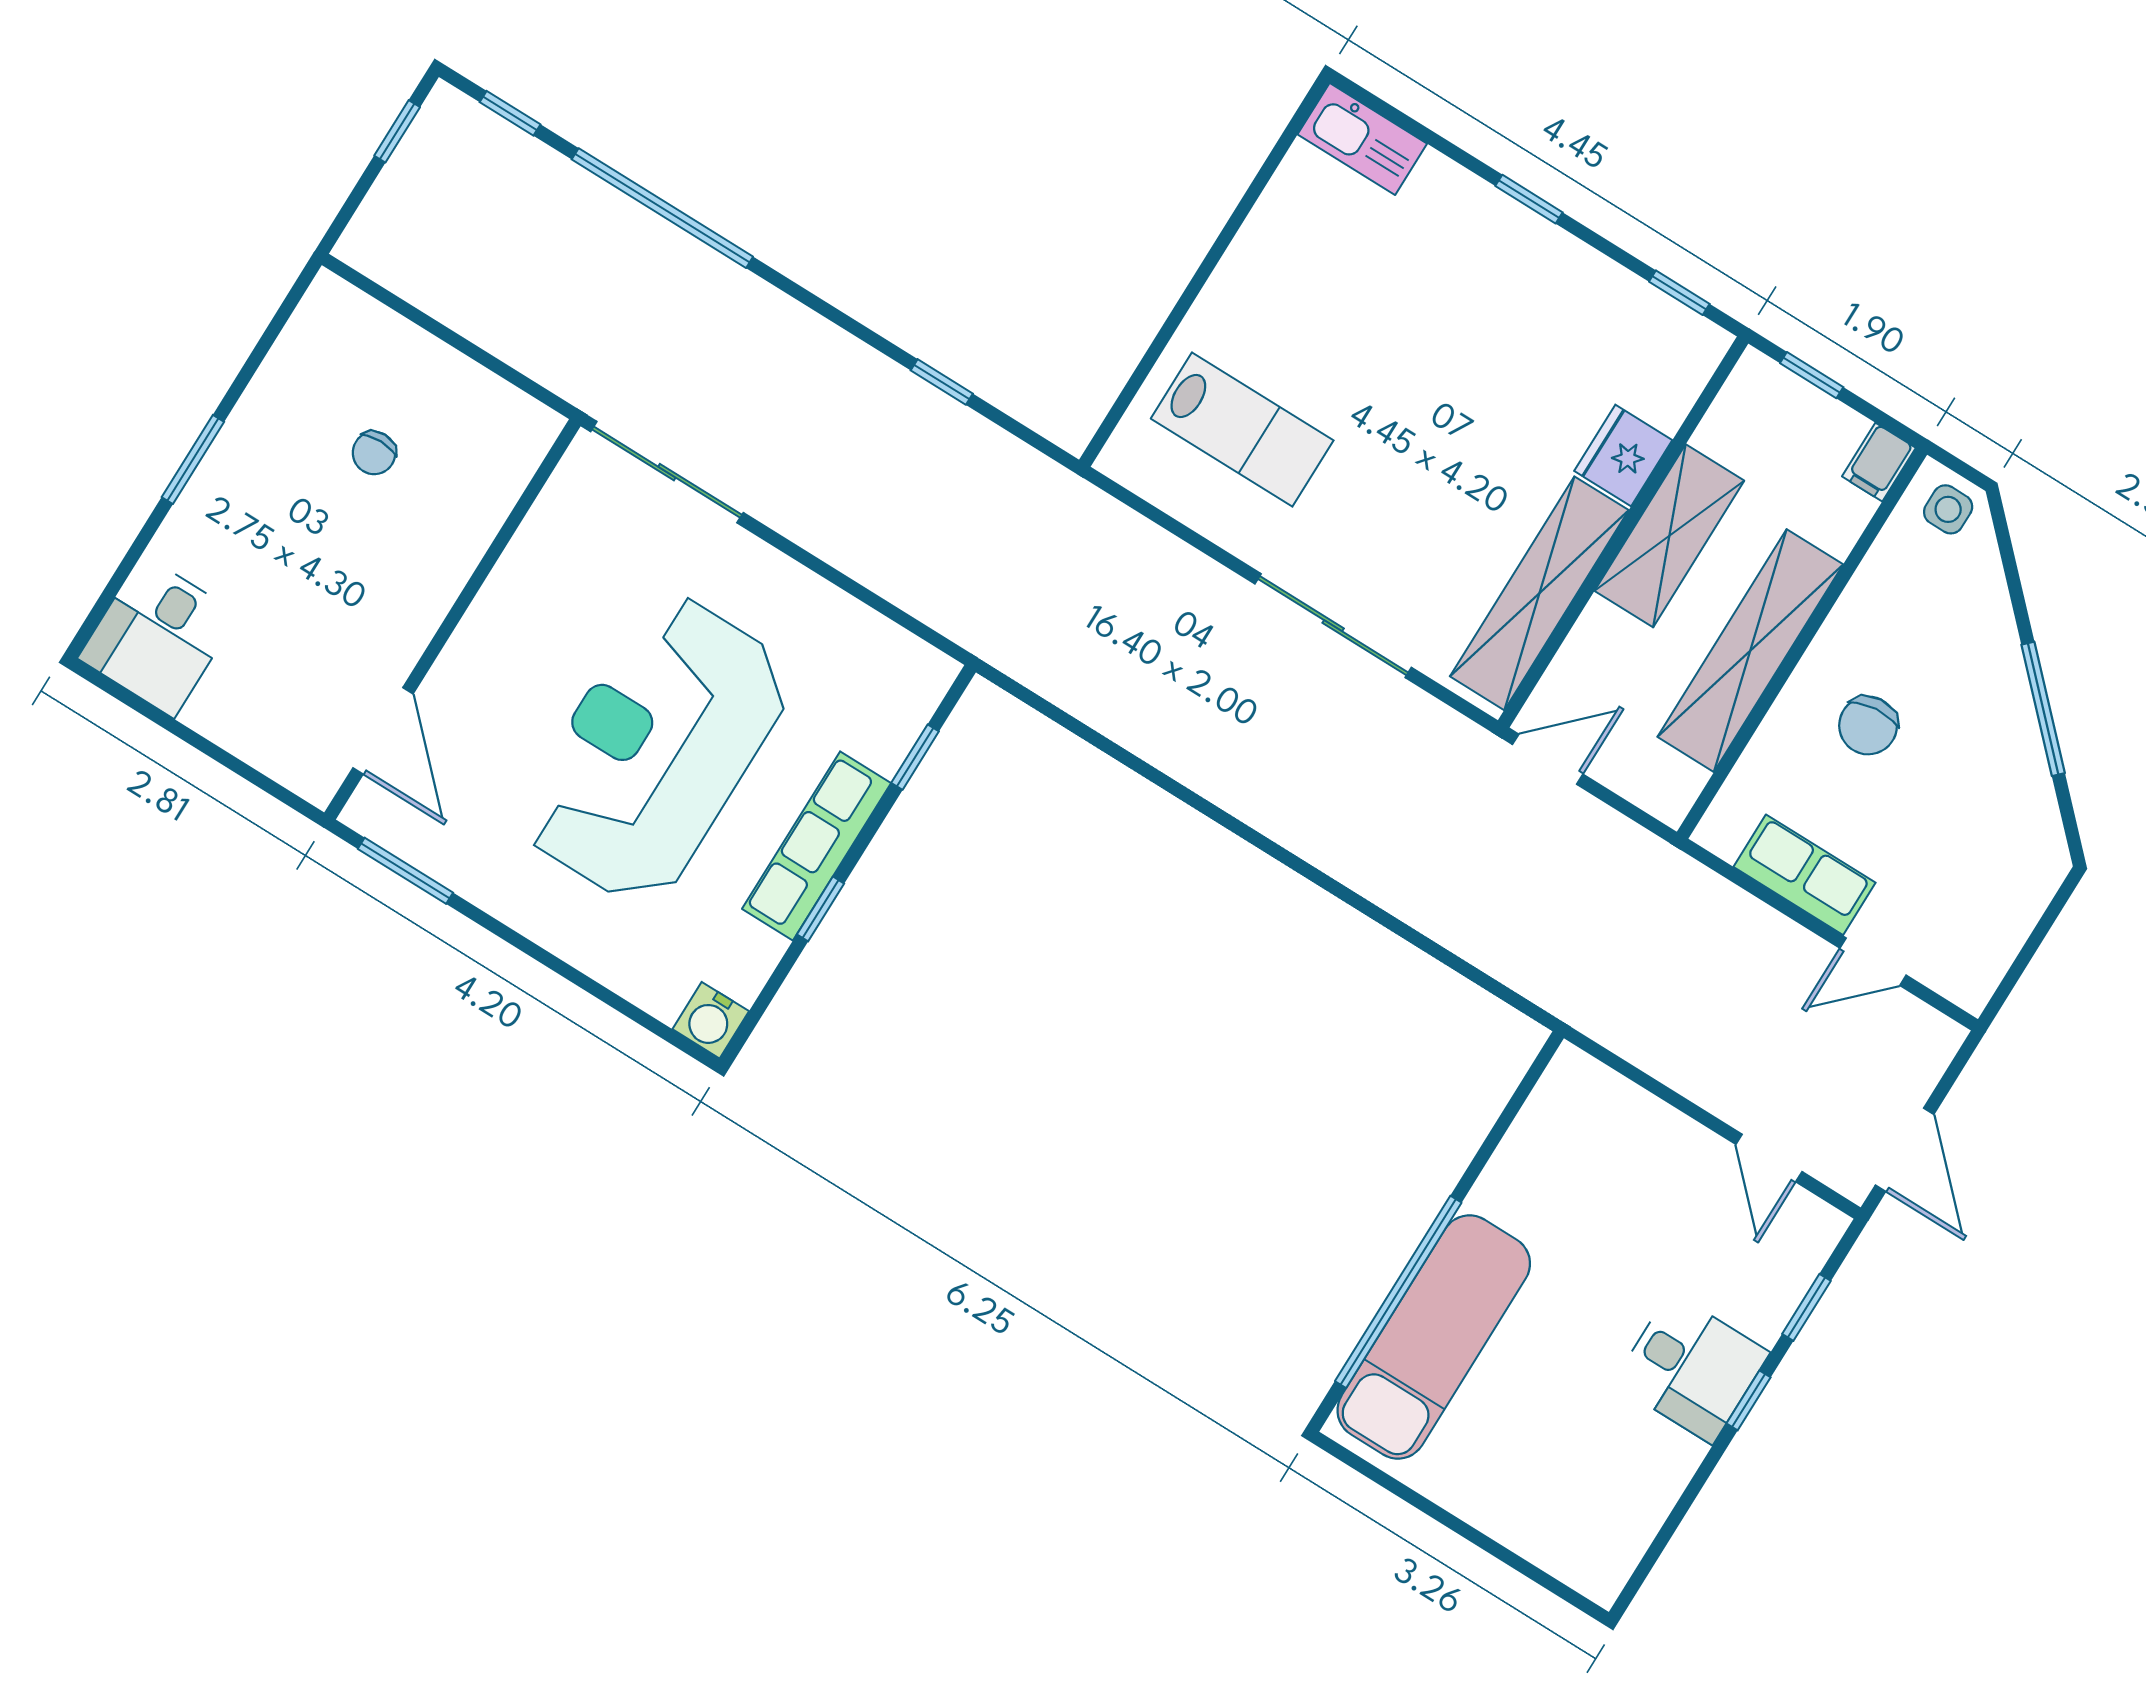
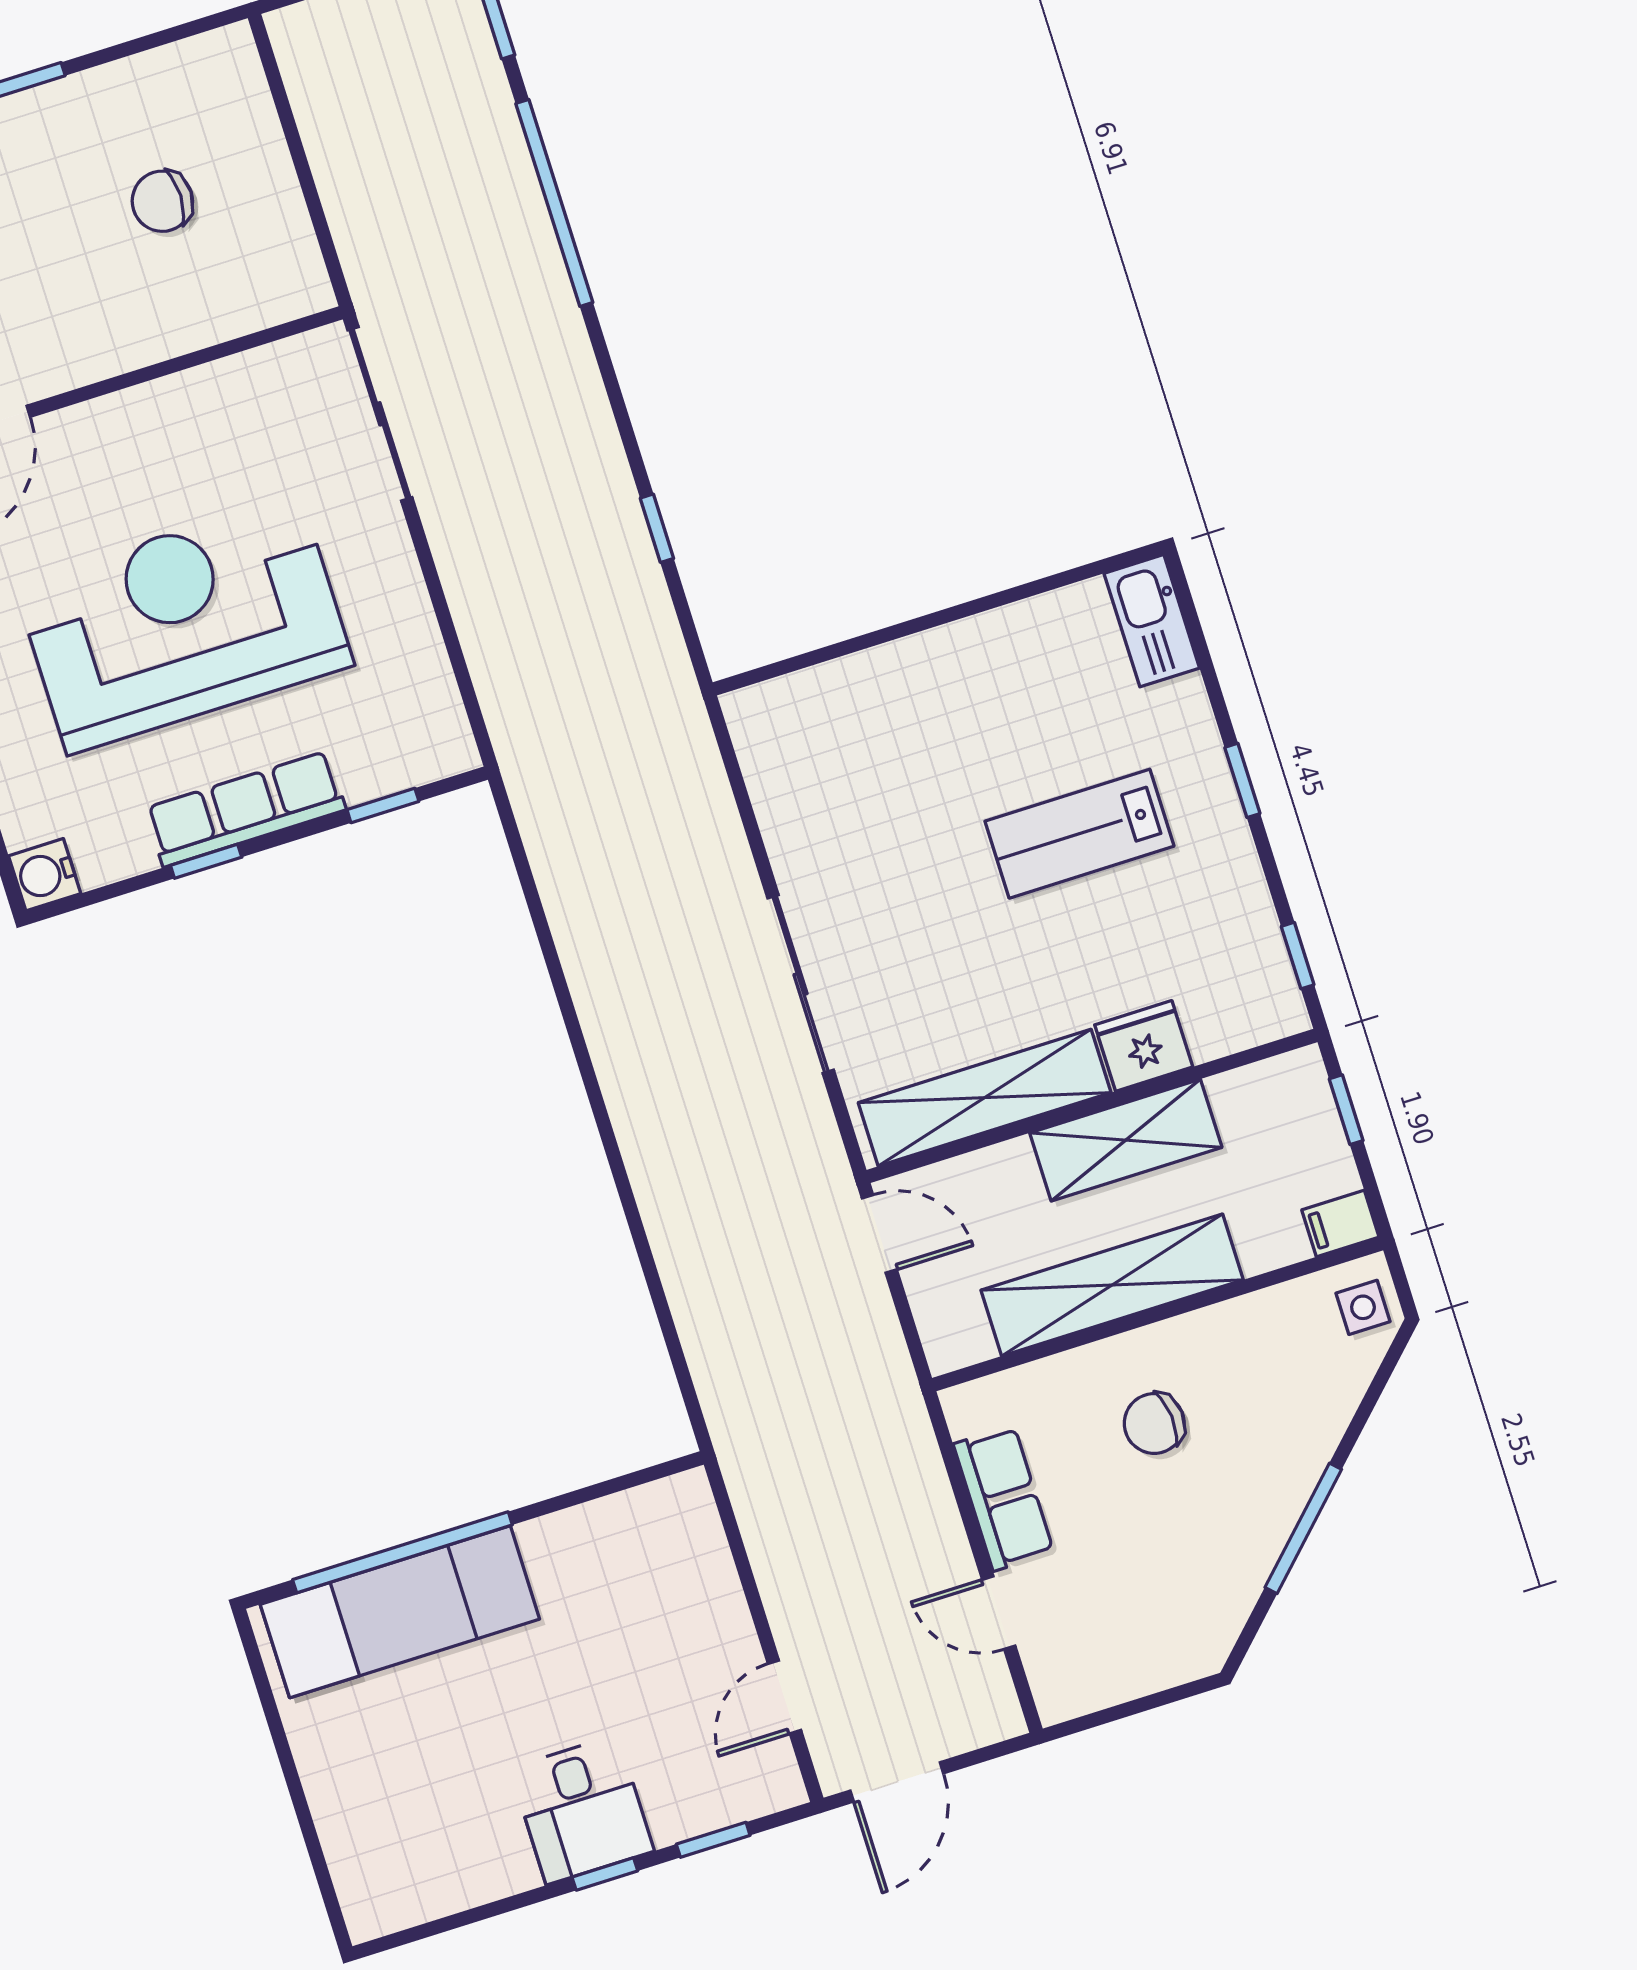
lab bench: (1242, 430) -> (1079, 834), moved, turned 90
chair: (374, 453) -> (162, 201), width x1.37, depth x1.37

